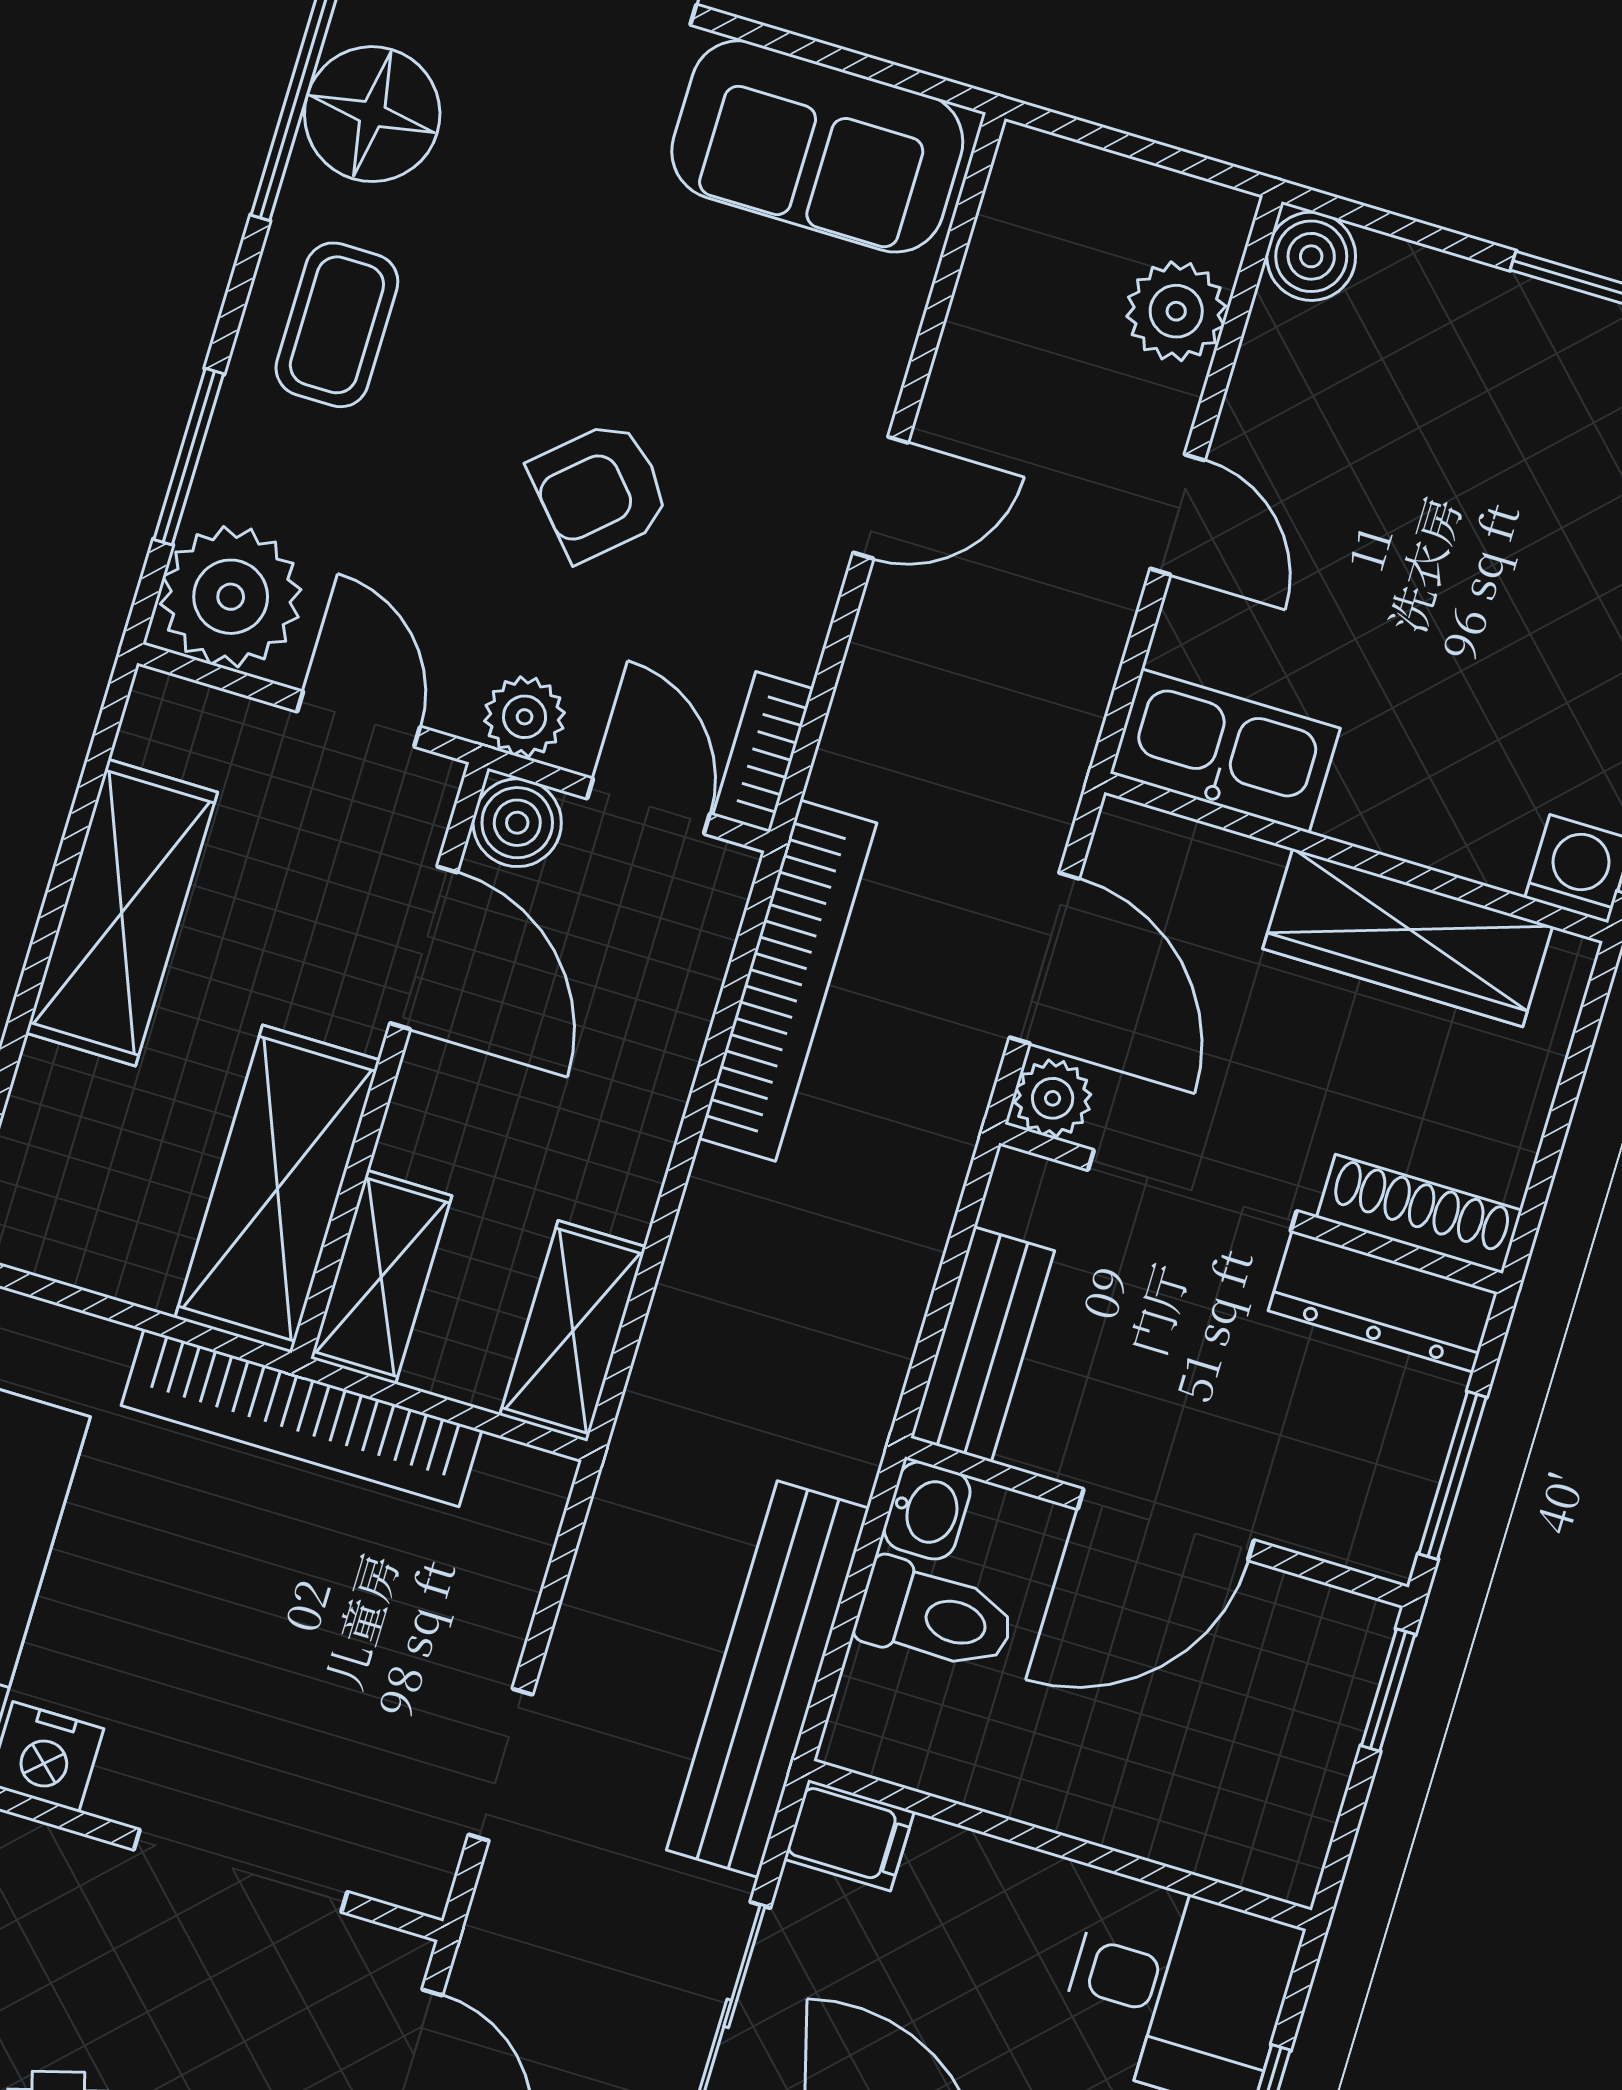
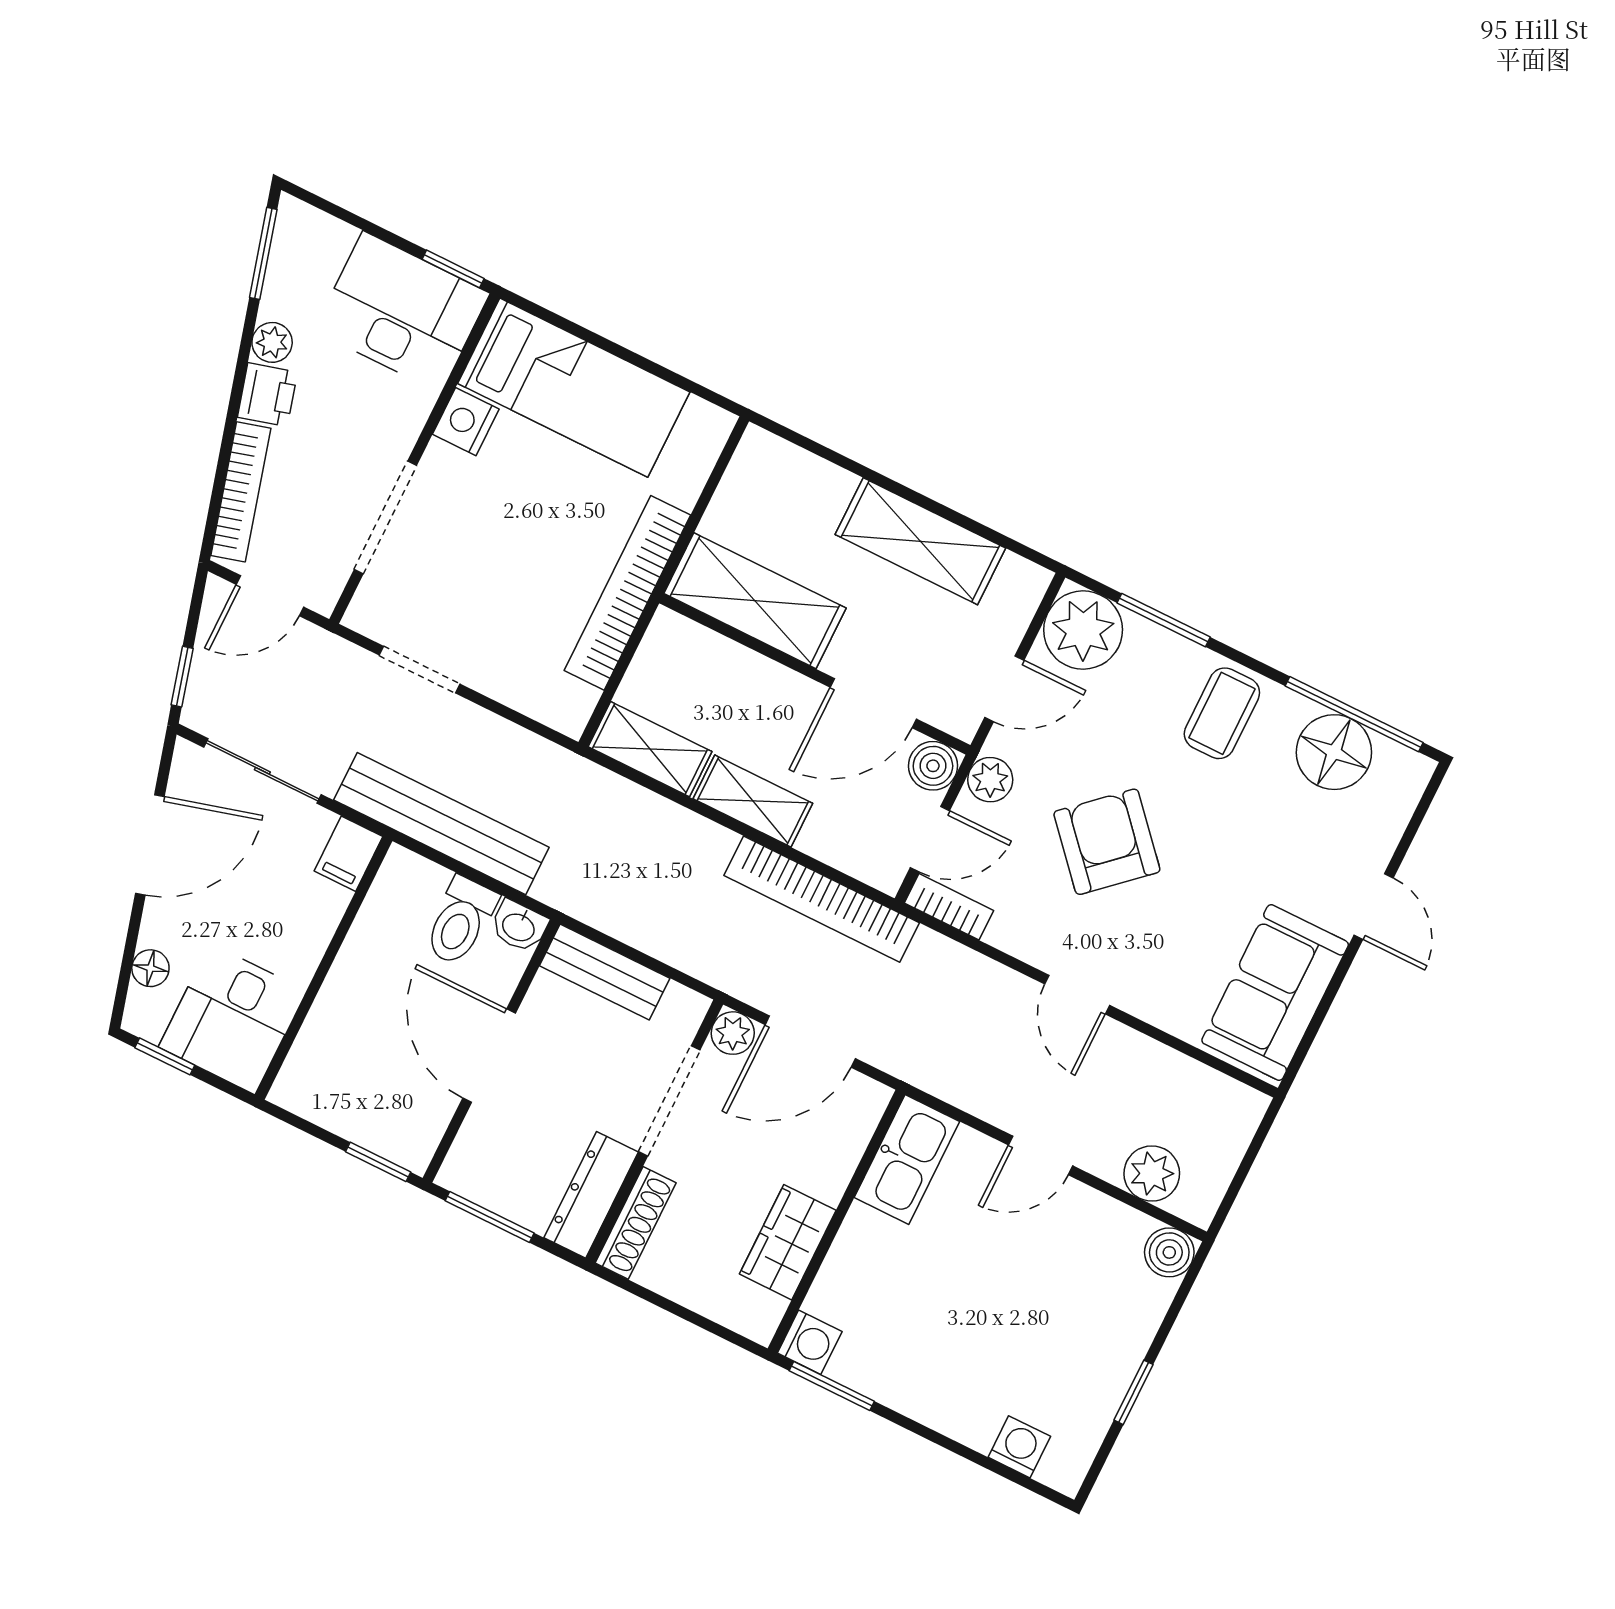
coffee table: (337, 325) -> (1222, 713), turned 90
armchair: (600, 491) -> (1107, 842), width x1.38, depth x1.38
wardrobe: (1408, 938) -> (788, 1242), width x0.67
shelving: (381, 1277) -> (753, 801), moved

